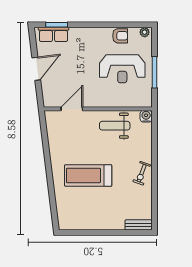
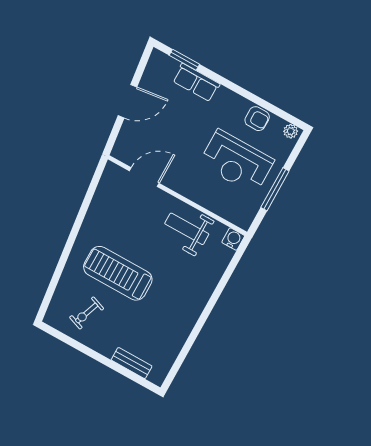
row of seats: (54, 34) -> (196, 82), moved
exercise bike: (142, 173) -> (87, 313), moved
bench: (139, 225) -> (132, 363), moved

